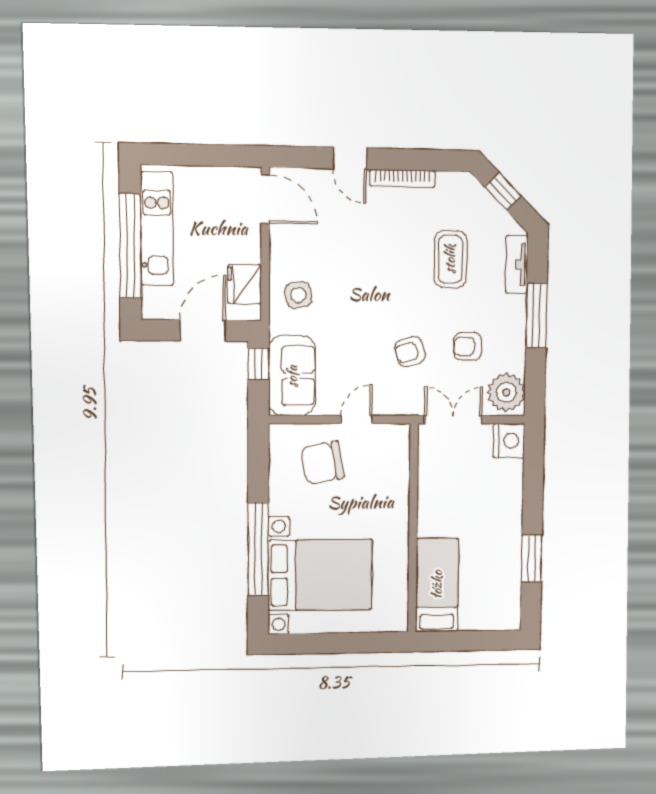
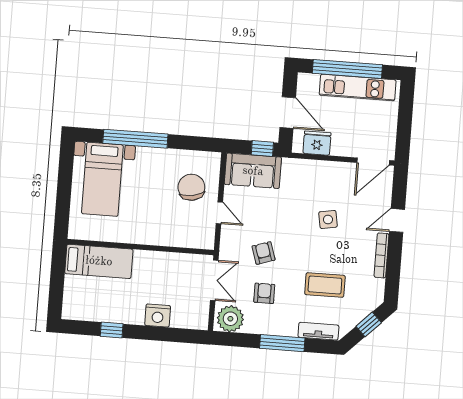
side table: (298, 295) -> (328, 219), moved
nightstand: (509, 441) -> (158, 316), moved
window: (532, 559) -> (112, 330), width x0.67
bed with nightstands: (320, 575) -> (102, 179), width x0.73

